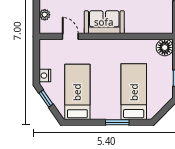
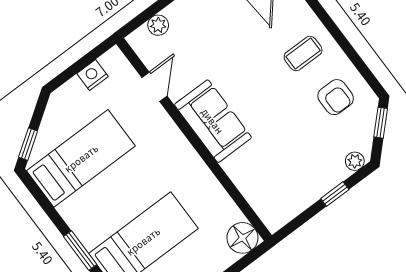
nightstand: (45, 76) -> (93, 75), moved
window: (46, 99) -> (28, 144), moved

